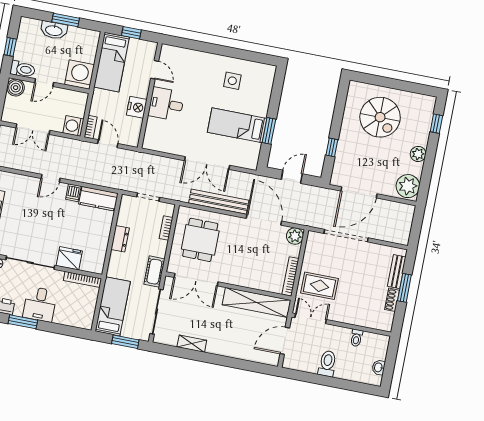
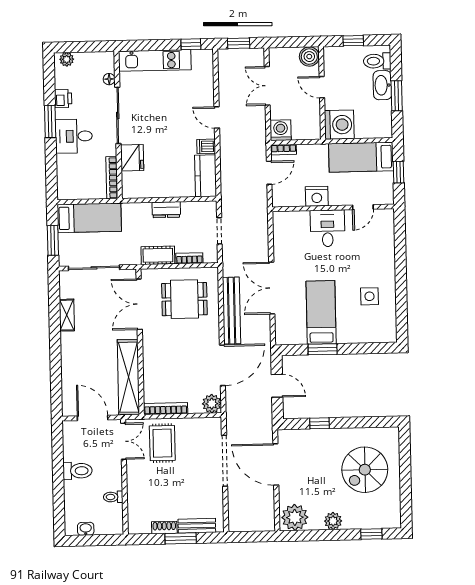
toilet: (23, 69) -> (377, 61), moved, turned 90
cot: (154, 272) -> (158, 255), moved

